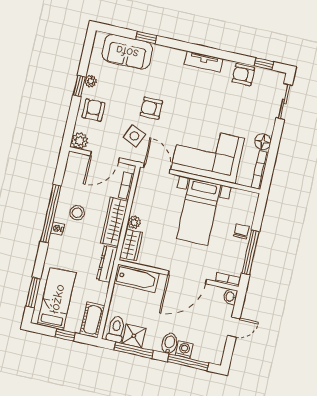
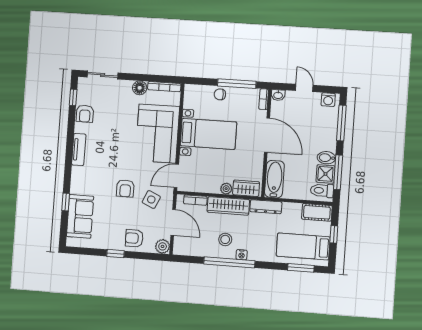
plant: (91, 81) -> (110, 244), removed
bidet: (169, 344) -> (326, 158), moved
washing machine: (184, 350) -> (328, 100), moved, turned -90

